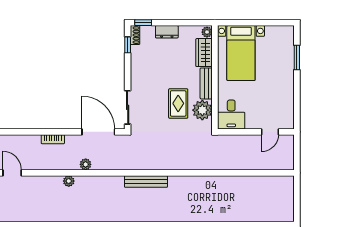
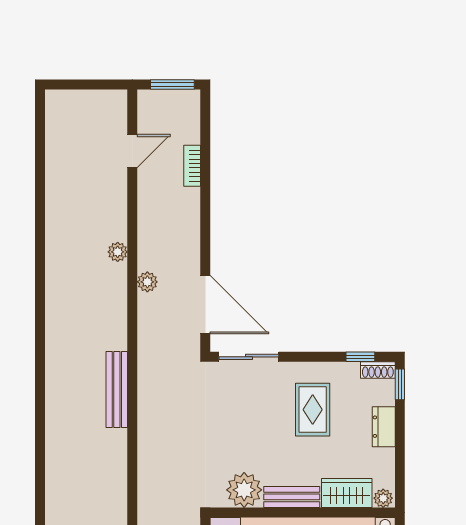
rug: (178, 103) -> (313, 410), moved, turned 90
door: (98, 132) -> (205, 305), hinge flipped
bookcase: (53, 139) -> (192, 166), moved

